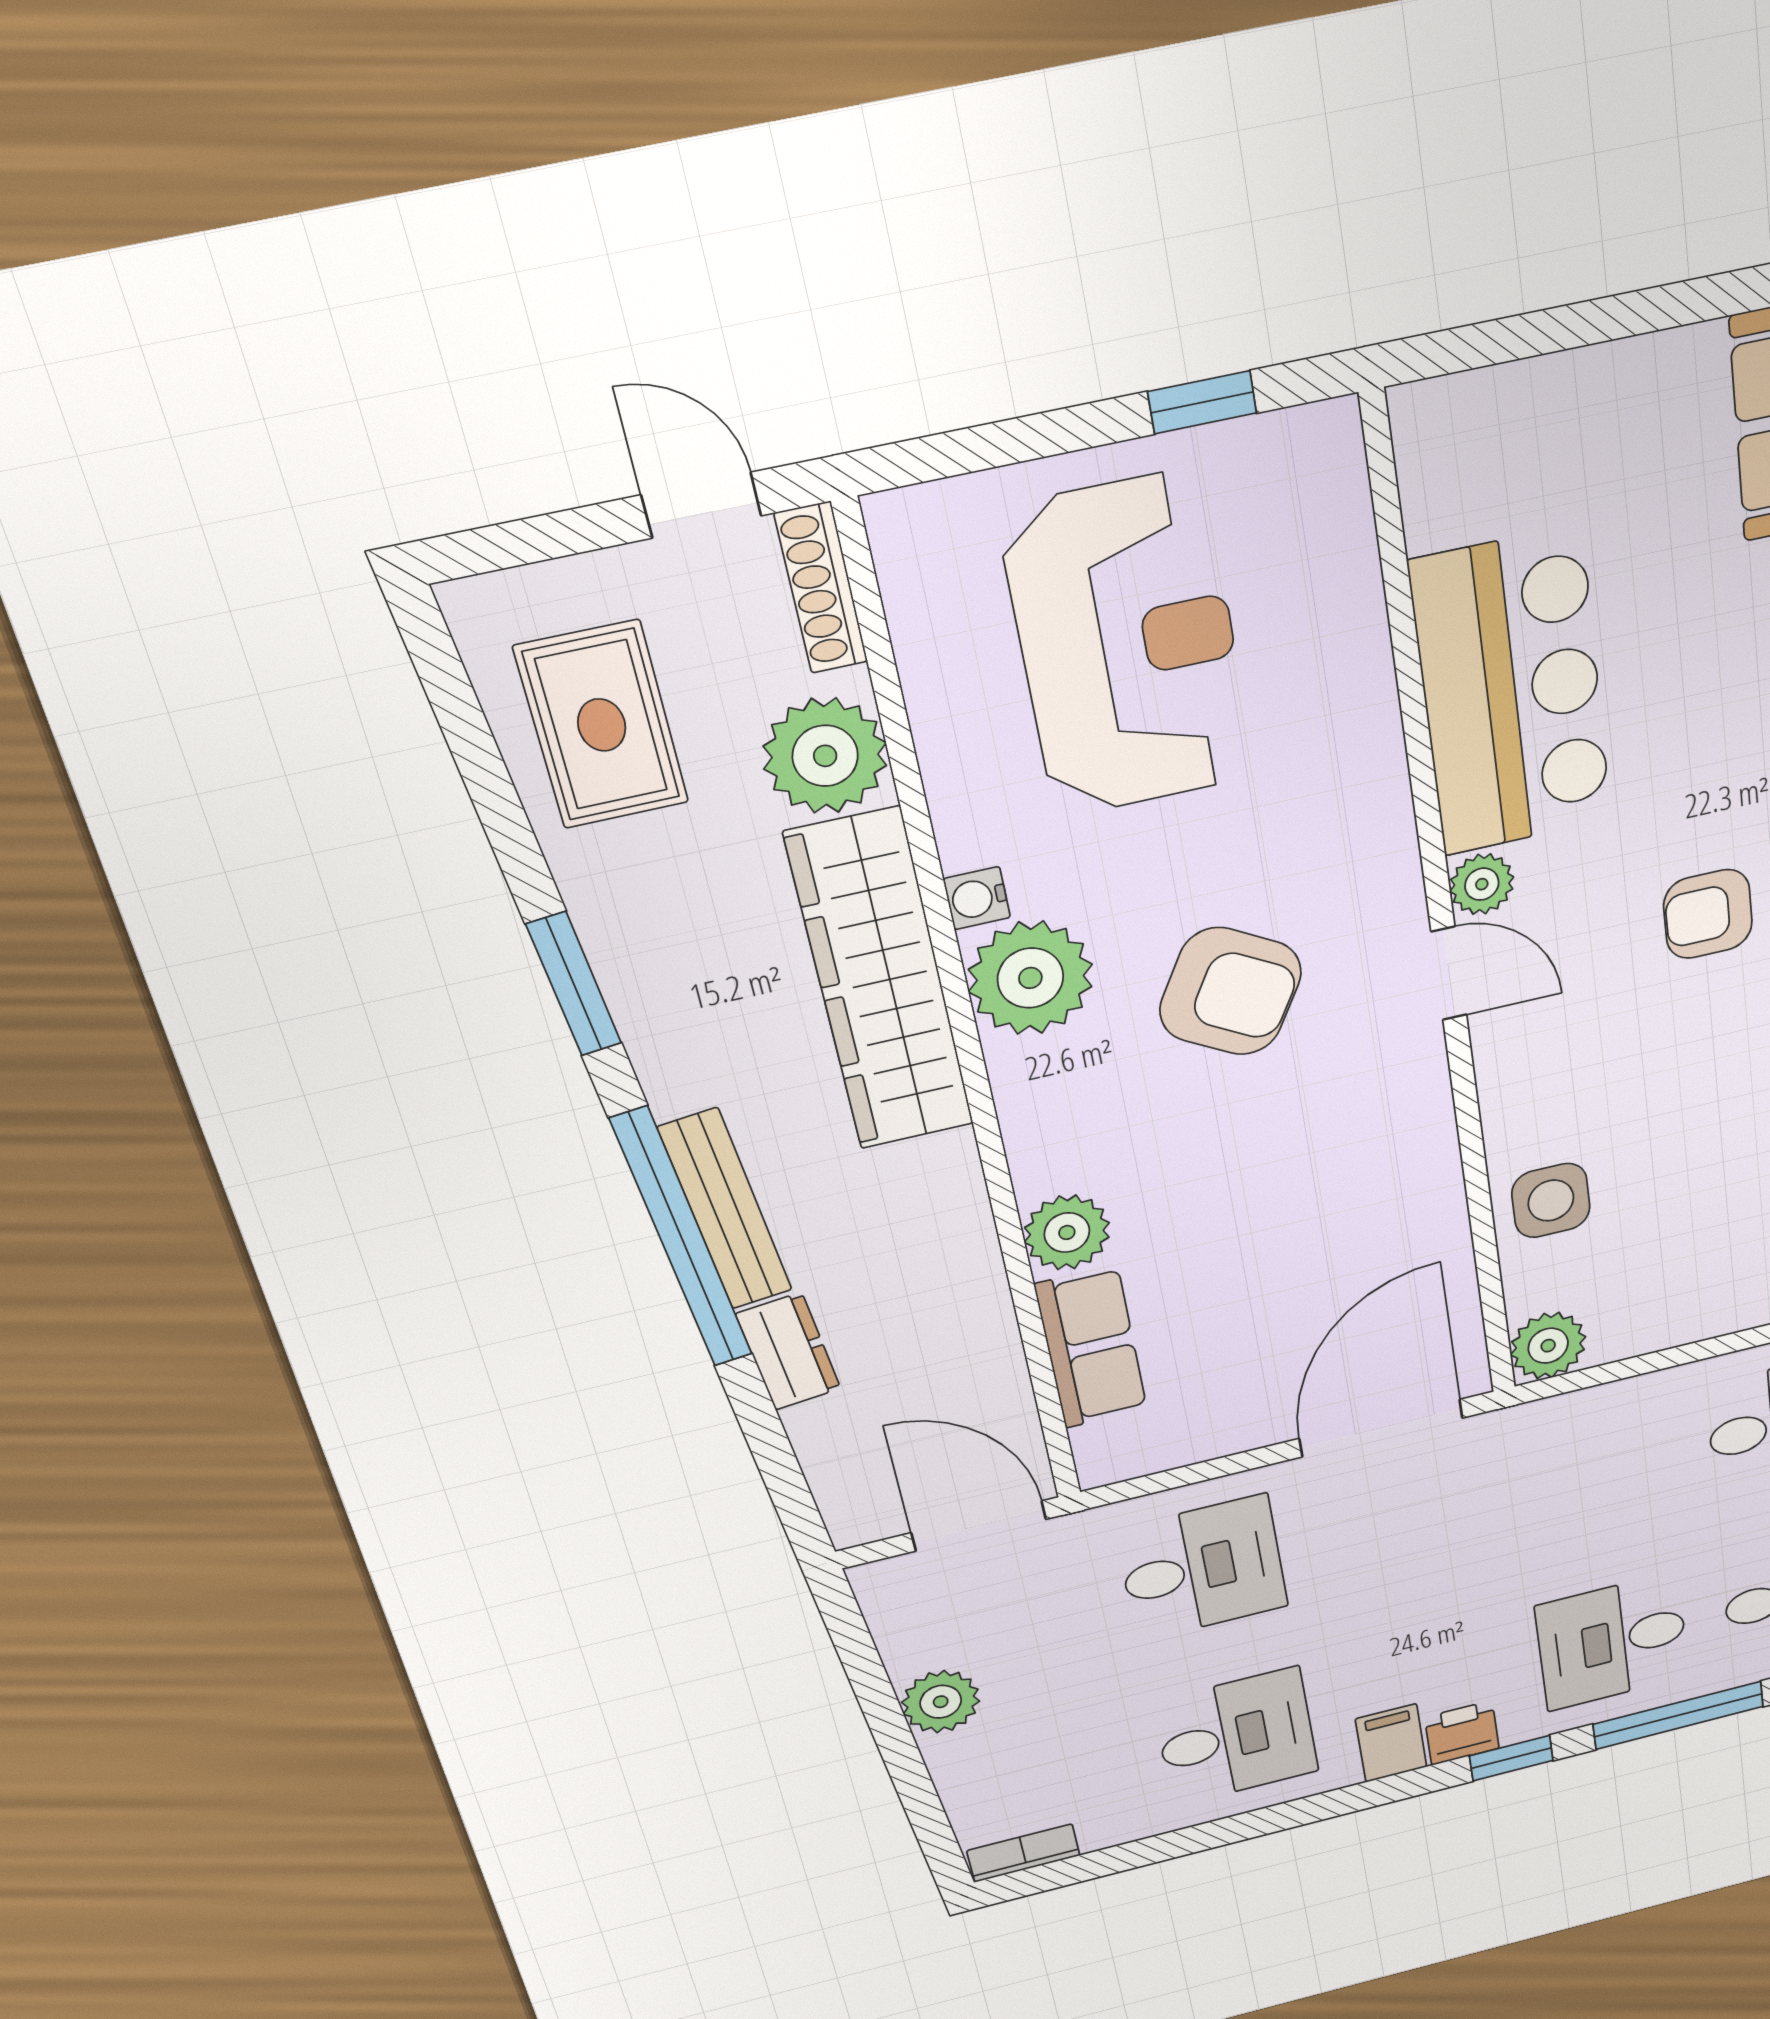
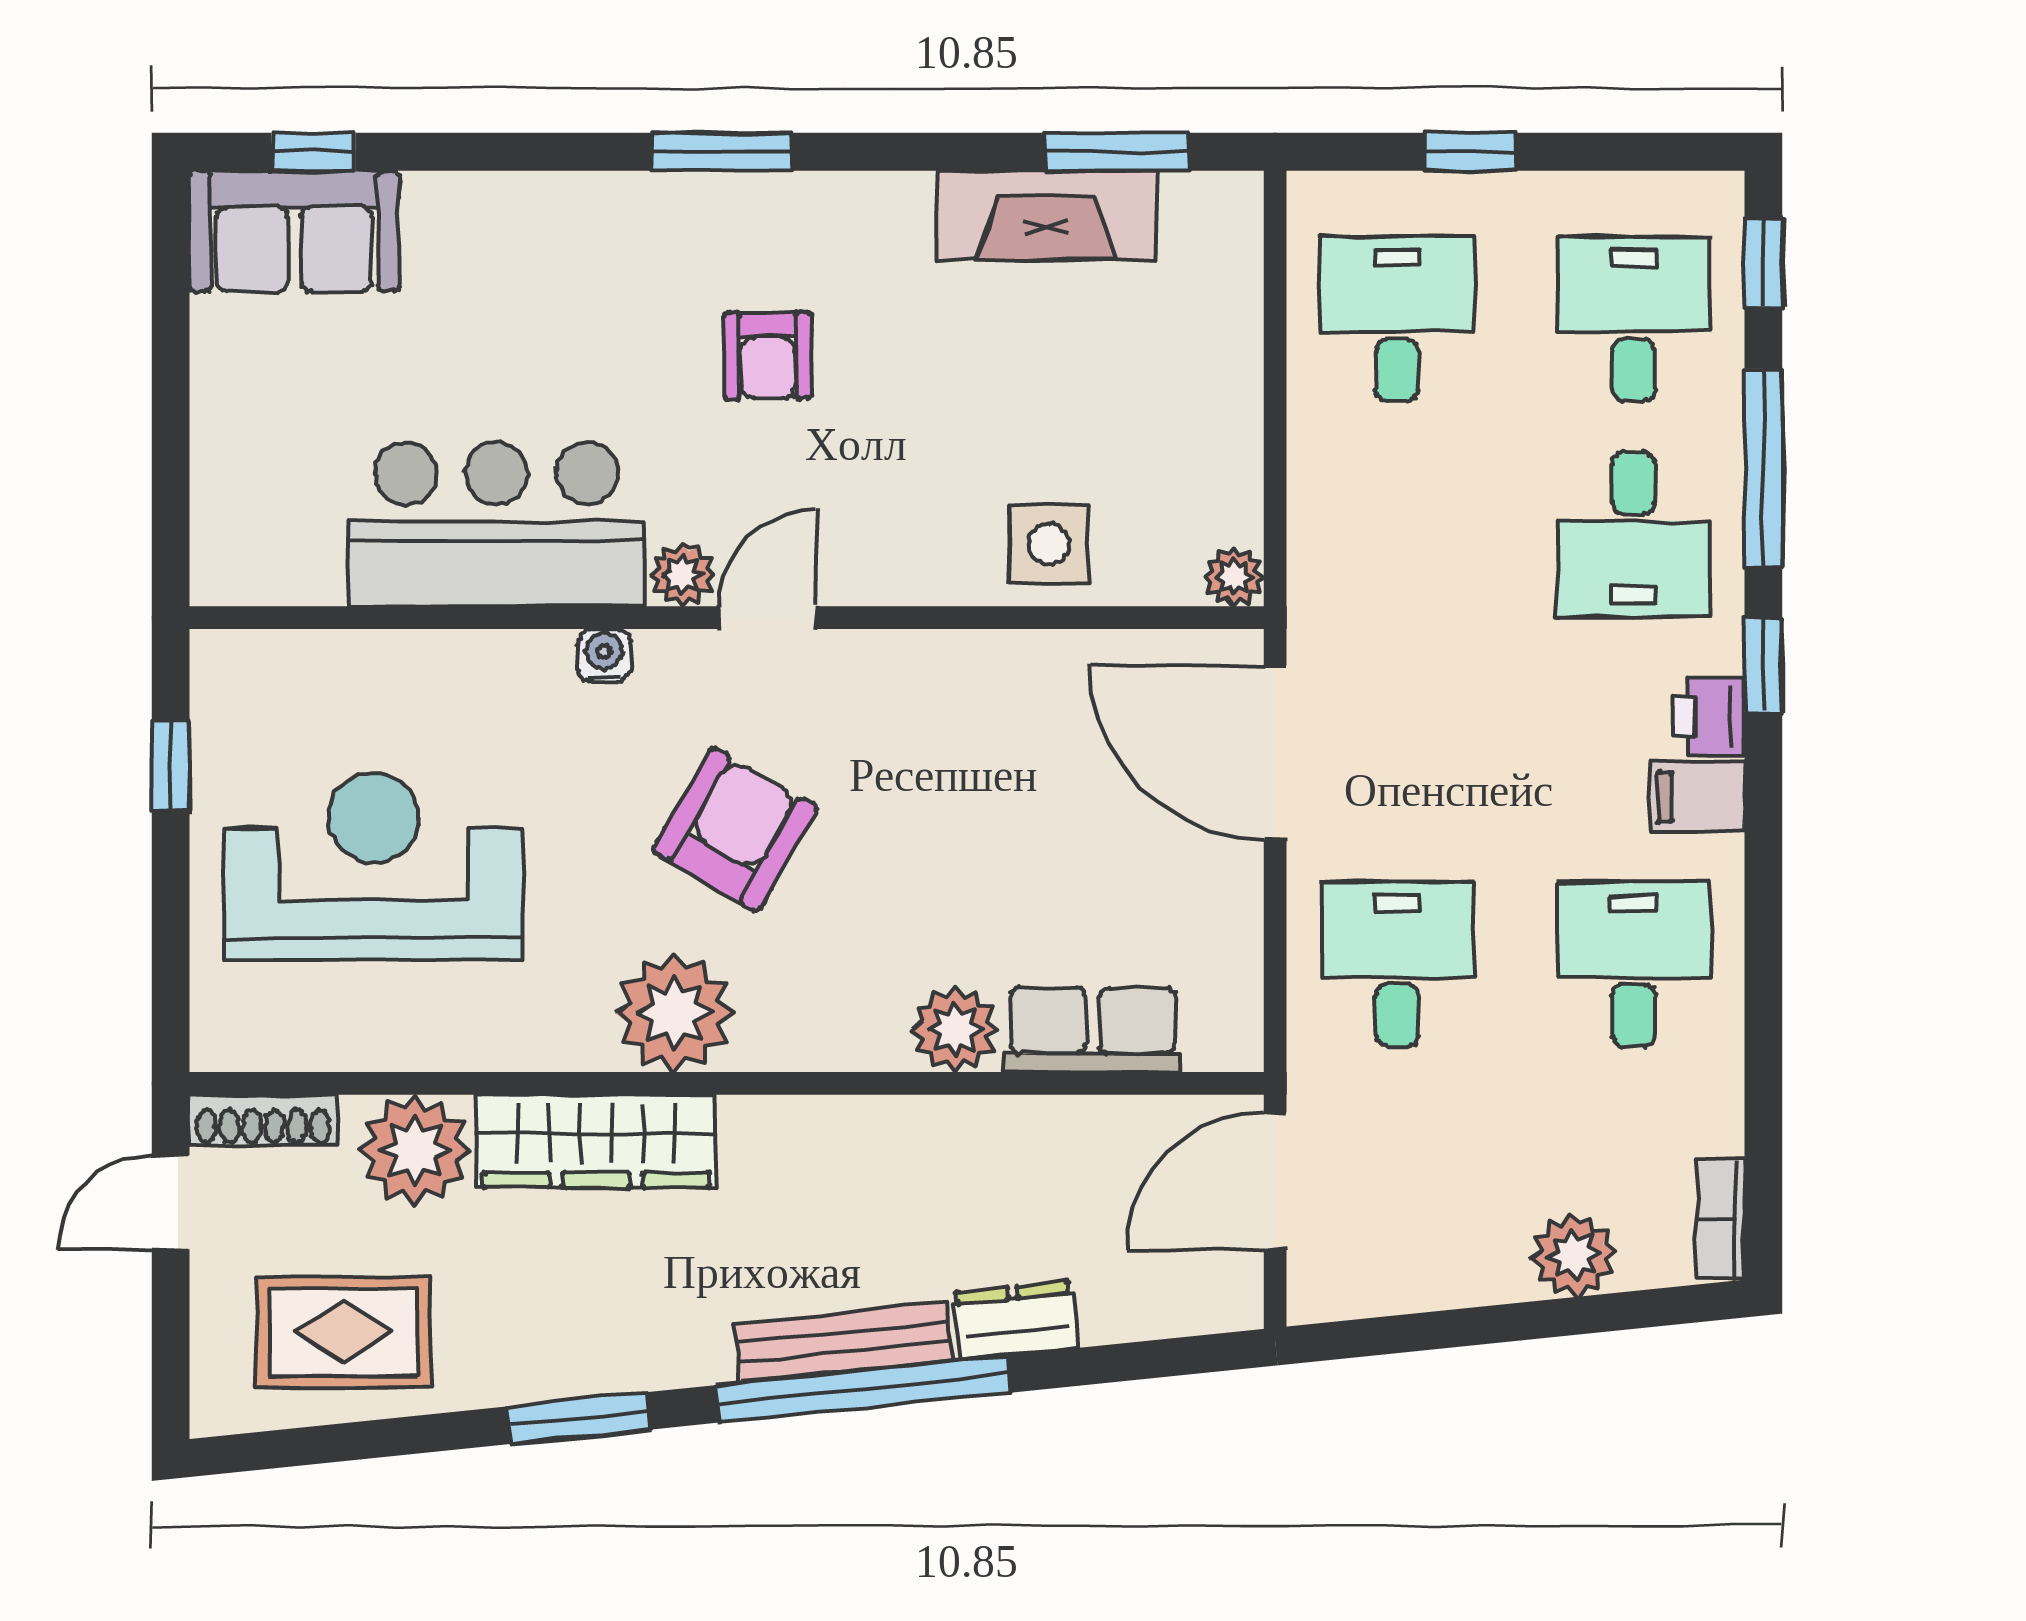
water cooler: (977, 898) -> (604, 655), moved, turned 180
wardrobe: (881, 981) -> (596, 1141), width x0.71, depth x0.85
plant: (1548, 1346) -> (1234, 577), width x0.73, depth x0.73
plant: (941, 1702) -> (1574, 1255), moved

